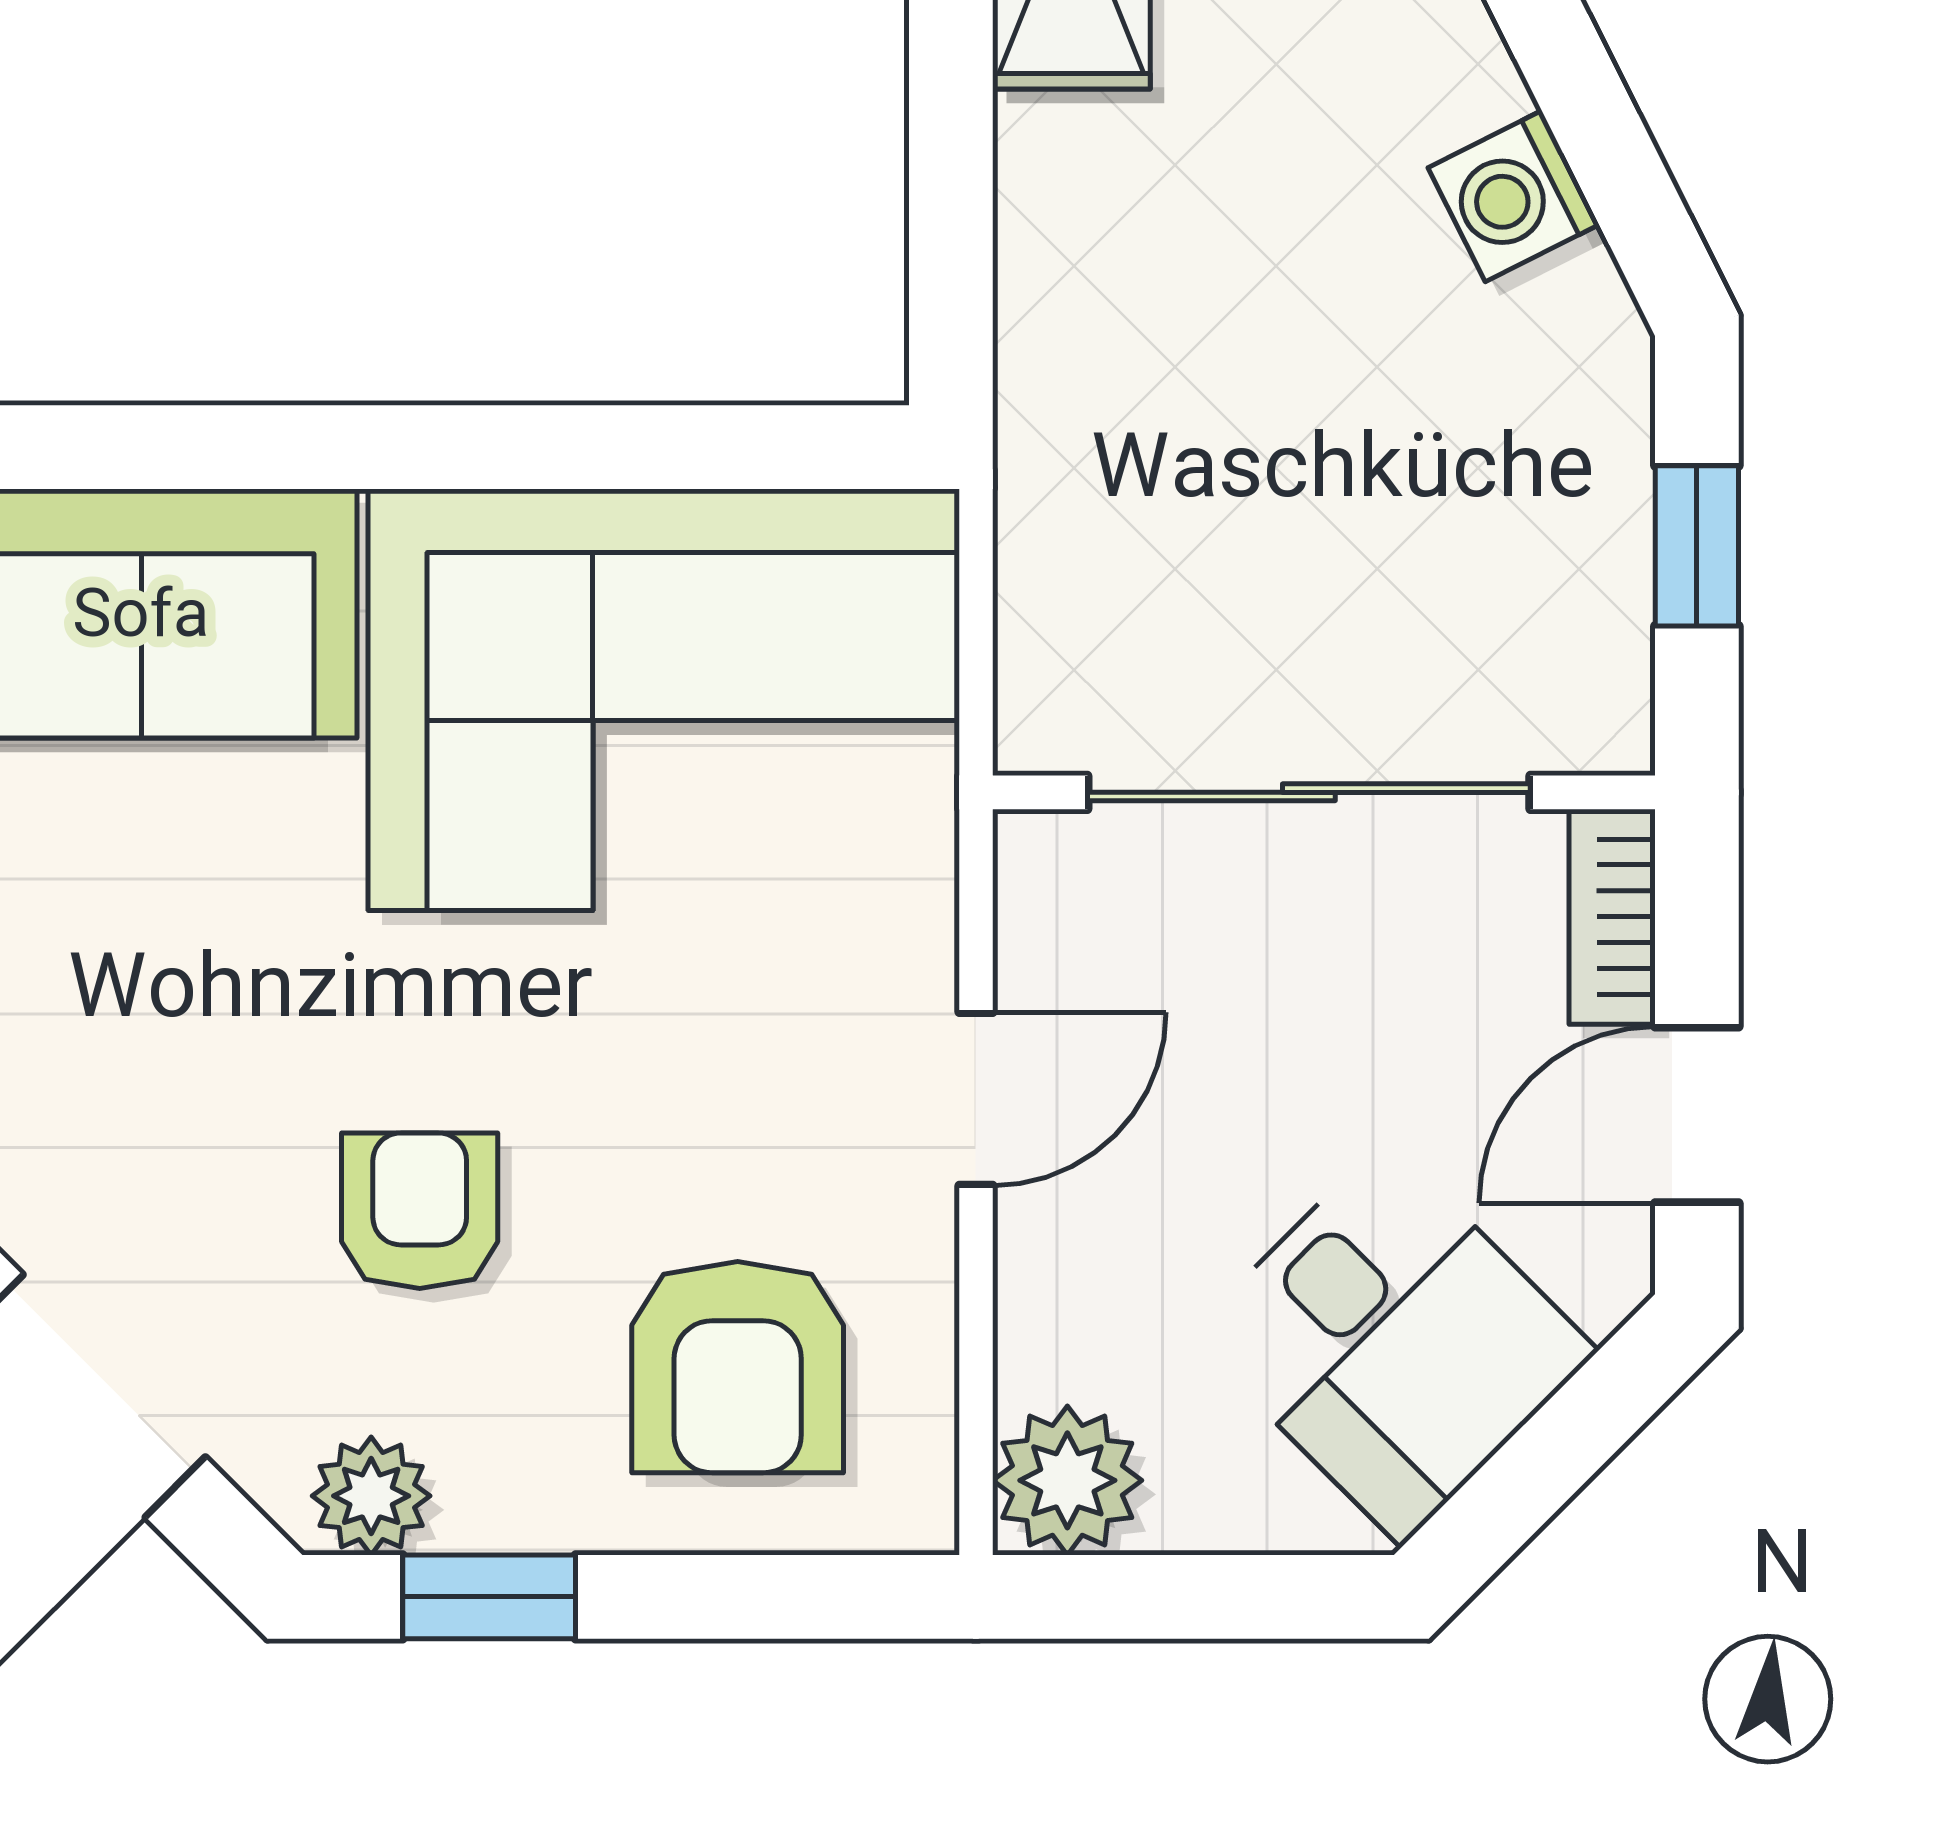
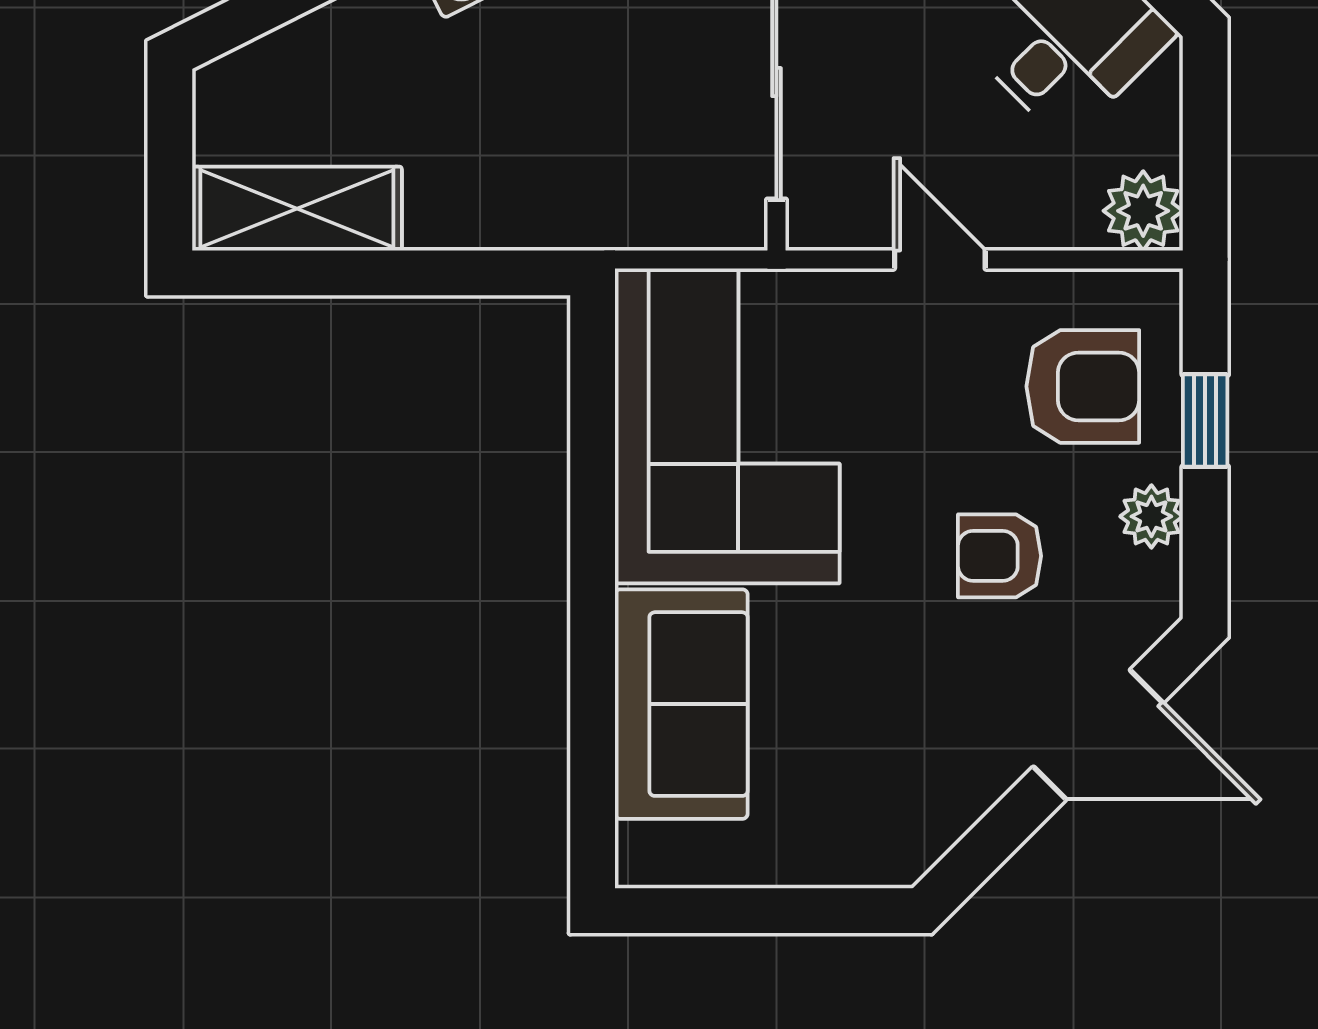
plant: (371, 1496) -> (1151, 516), moved
window: (489, 1597) -> (1205, 421), moved

